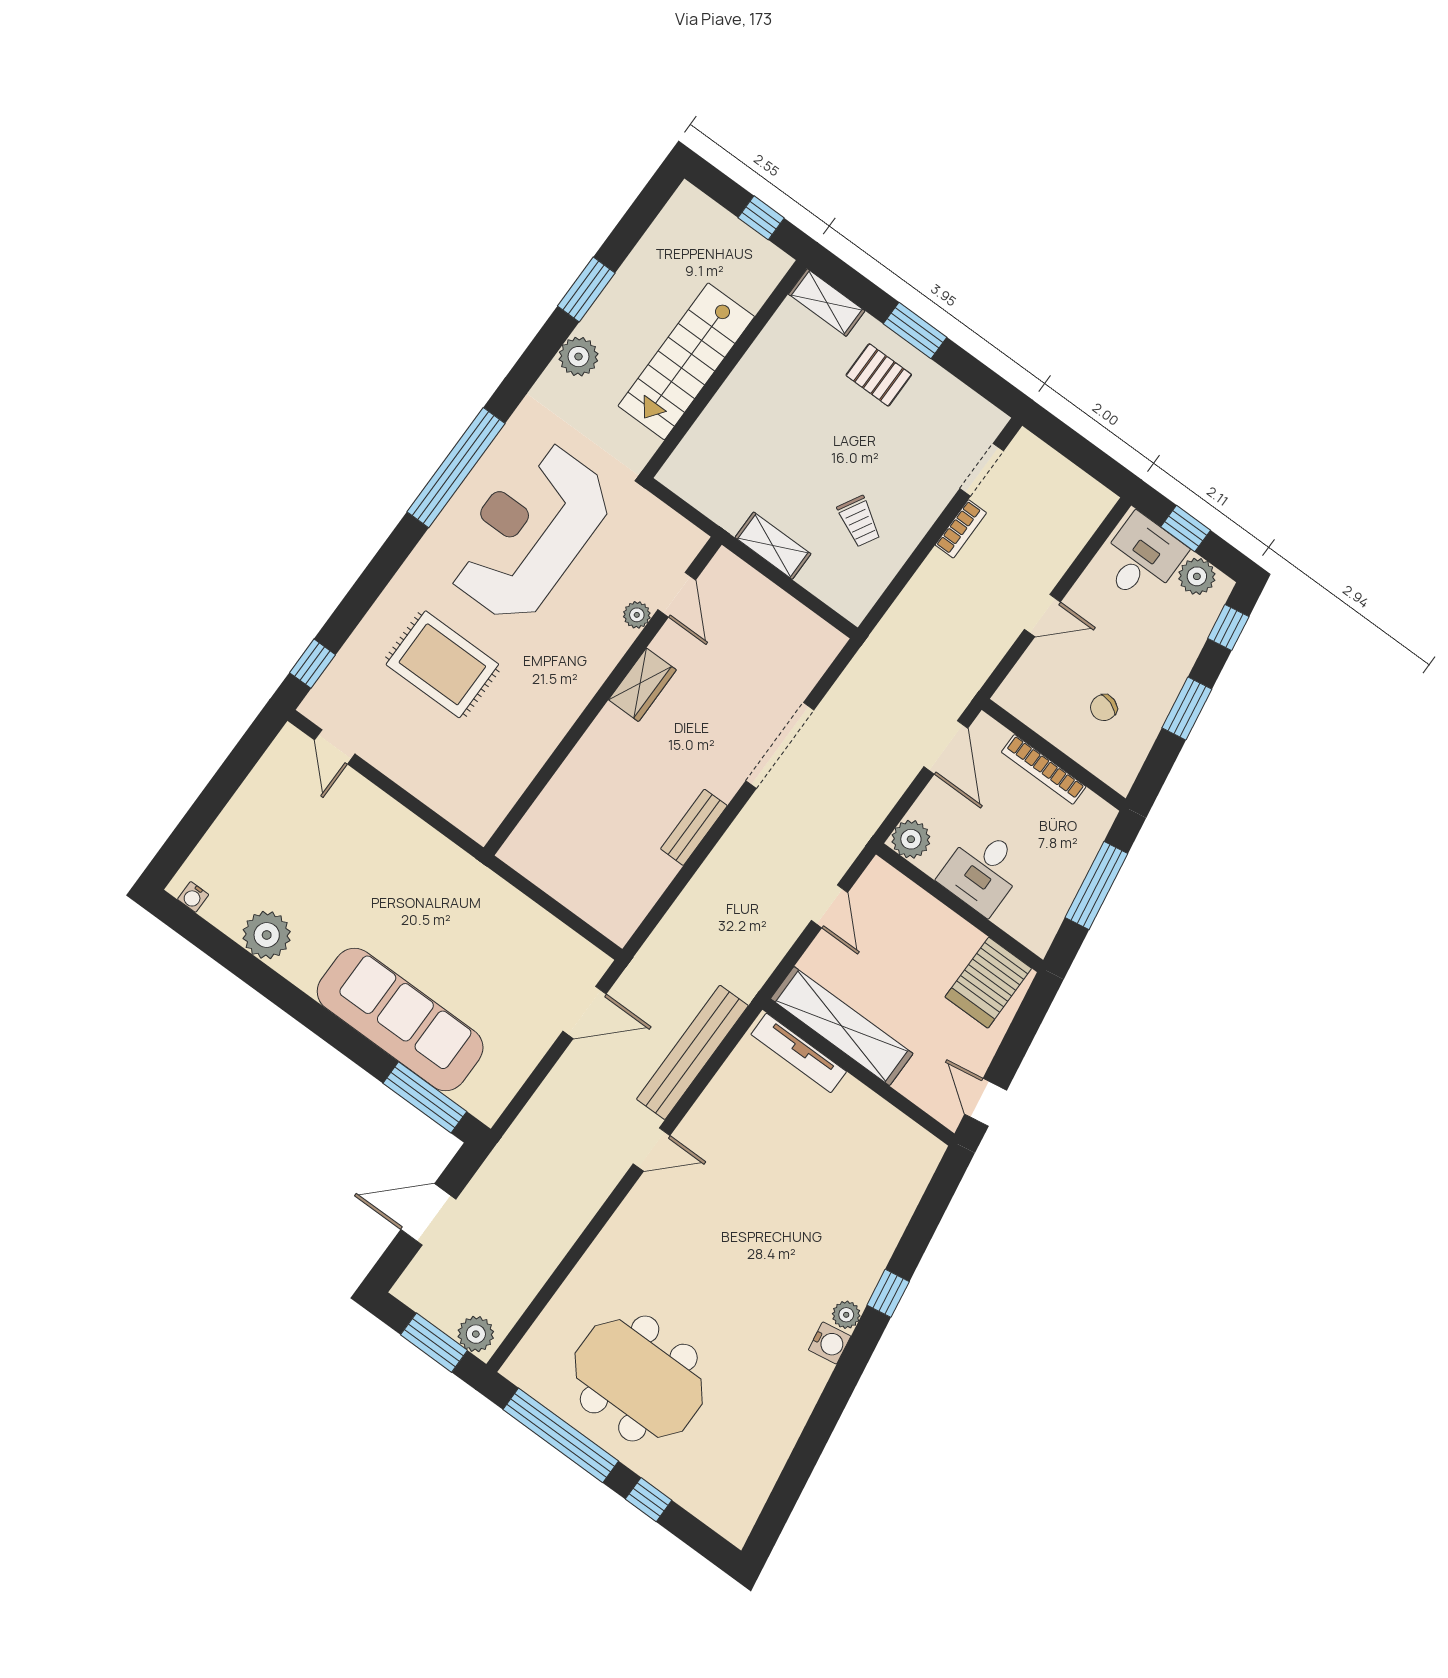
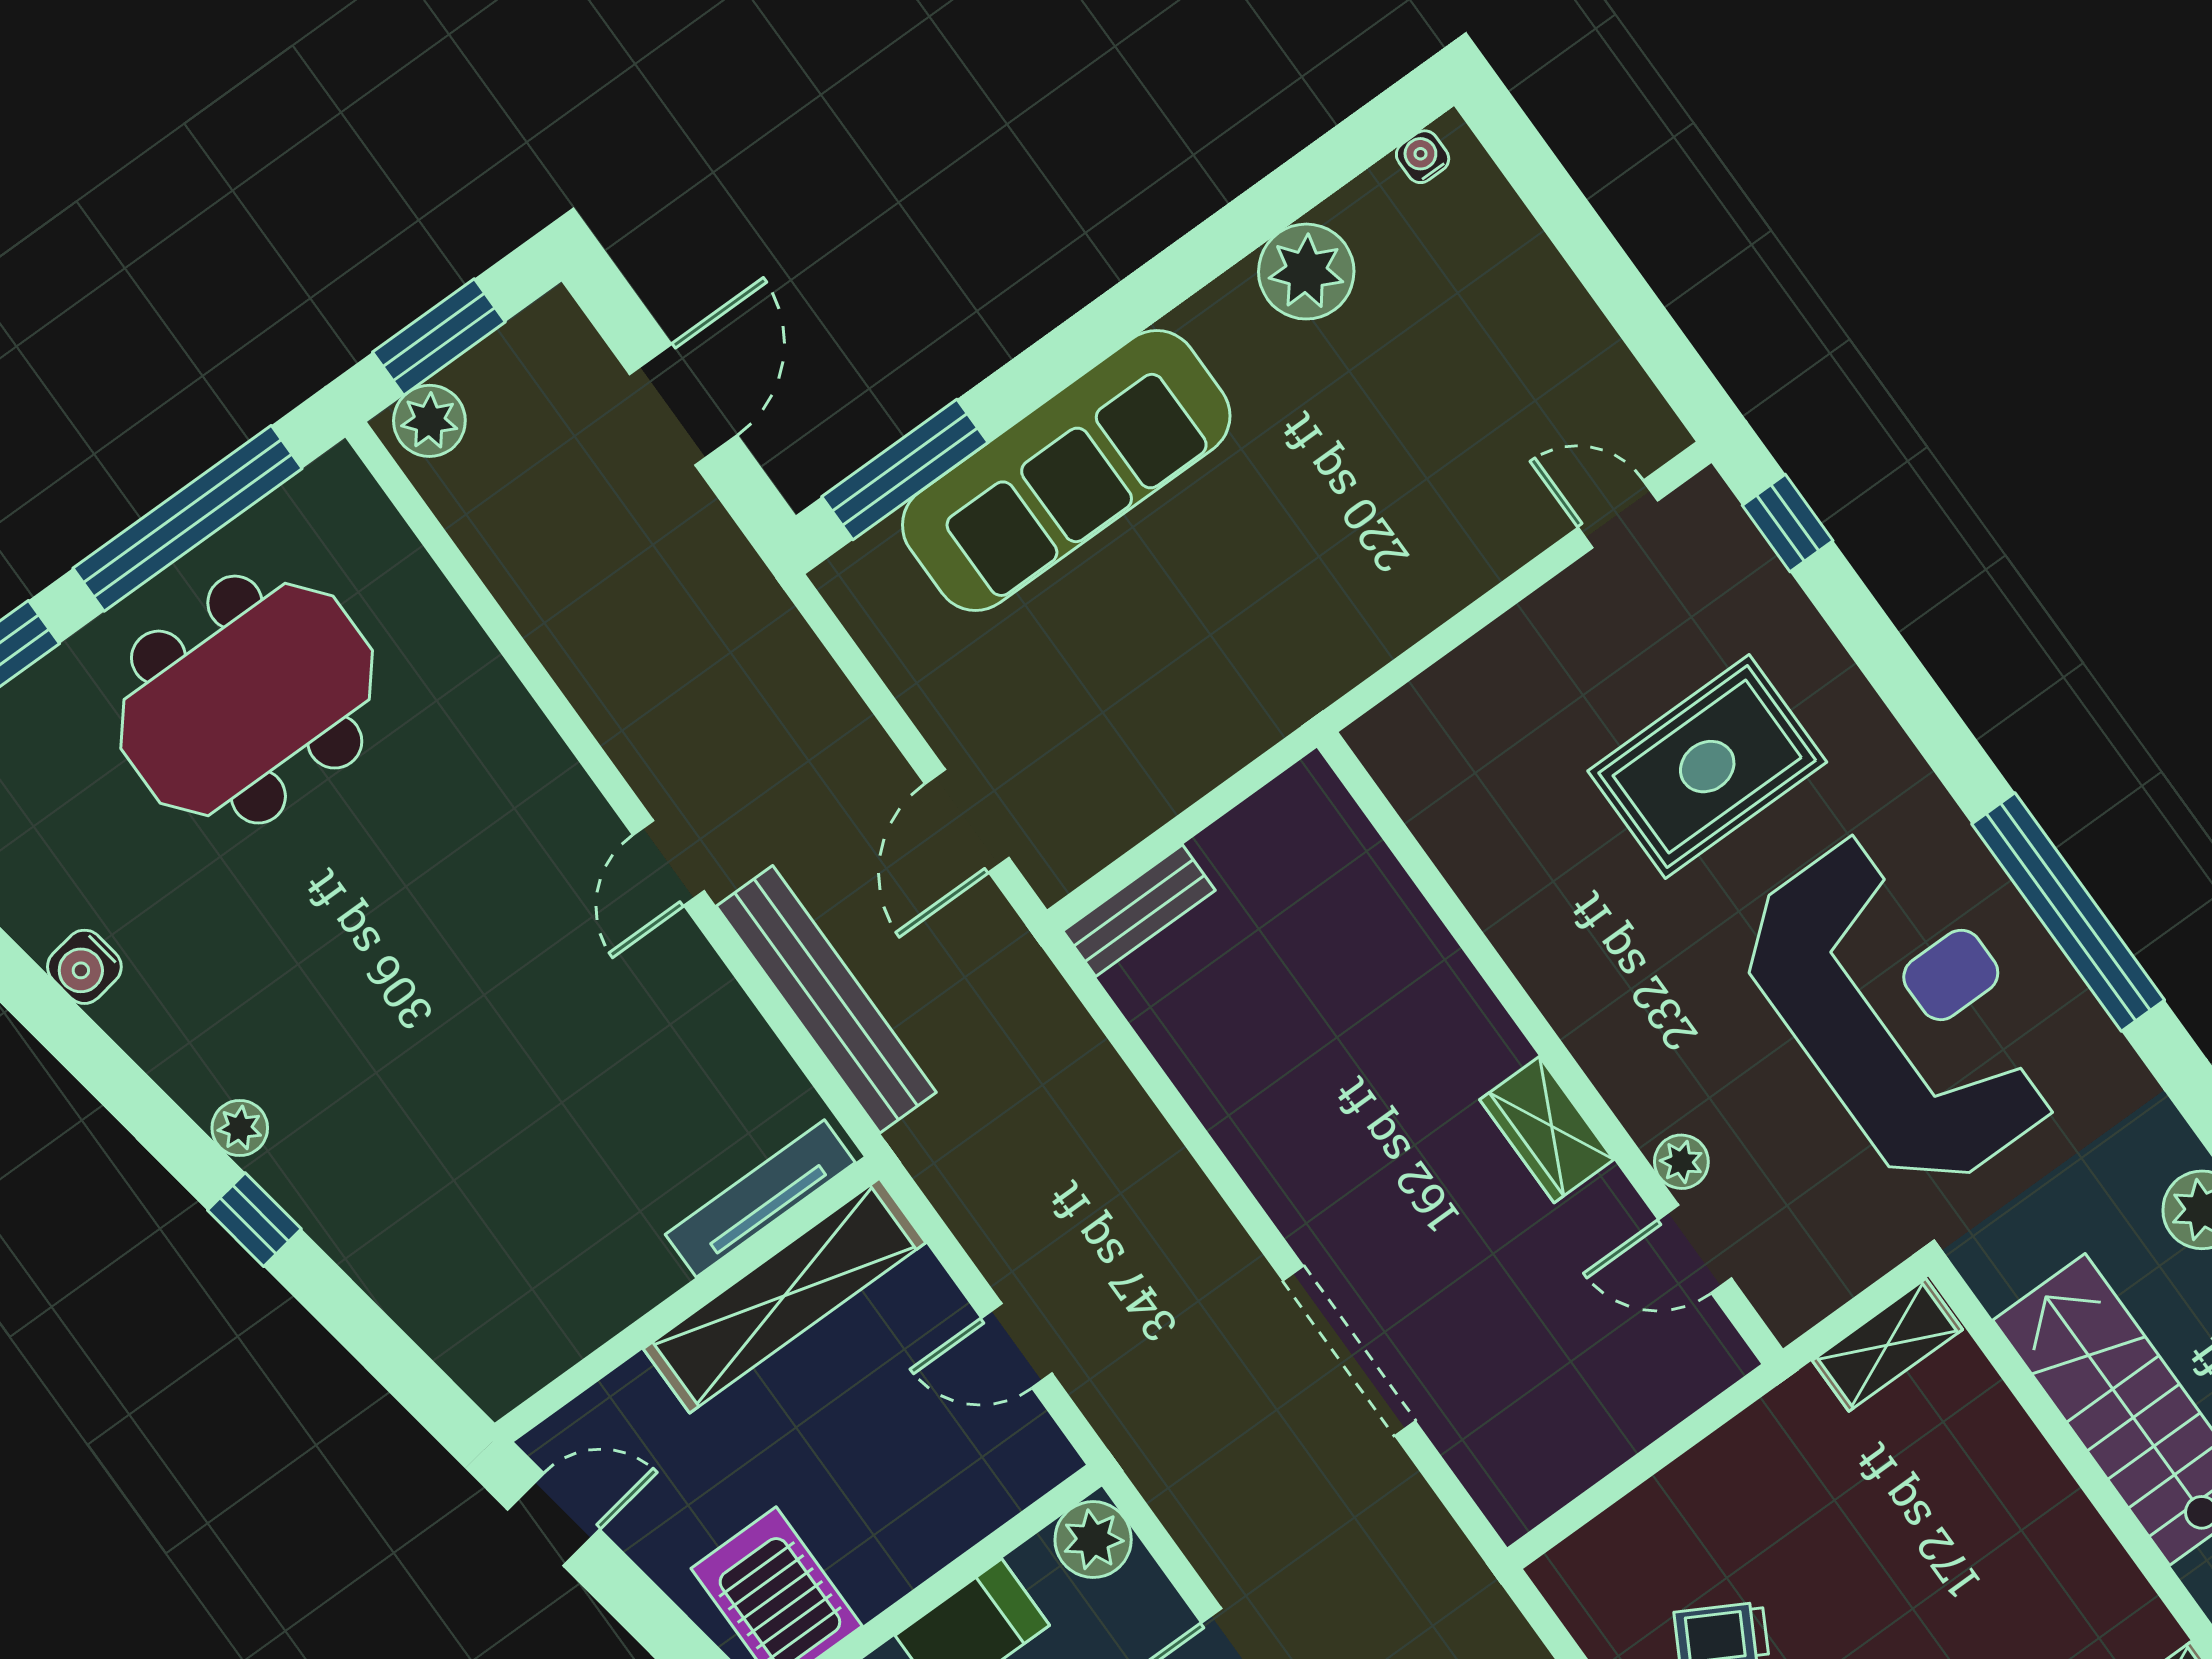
shelving: (773, 546) -> (1887, 1345), moved
bench: (694, 827) -> (1139, 911), moved, turned 90
water cooler: (830, 1343) -> (84, 967), moved

